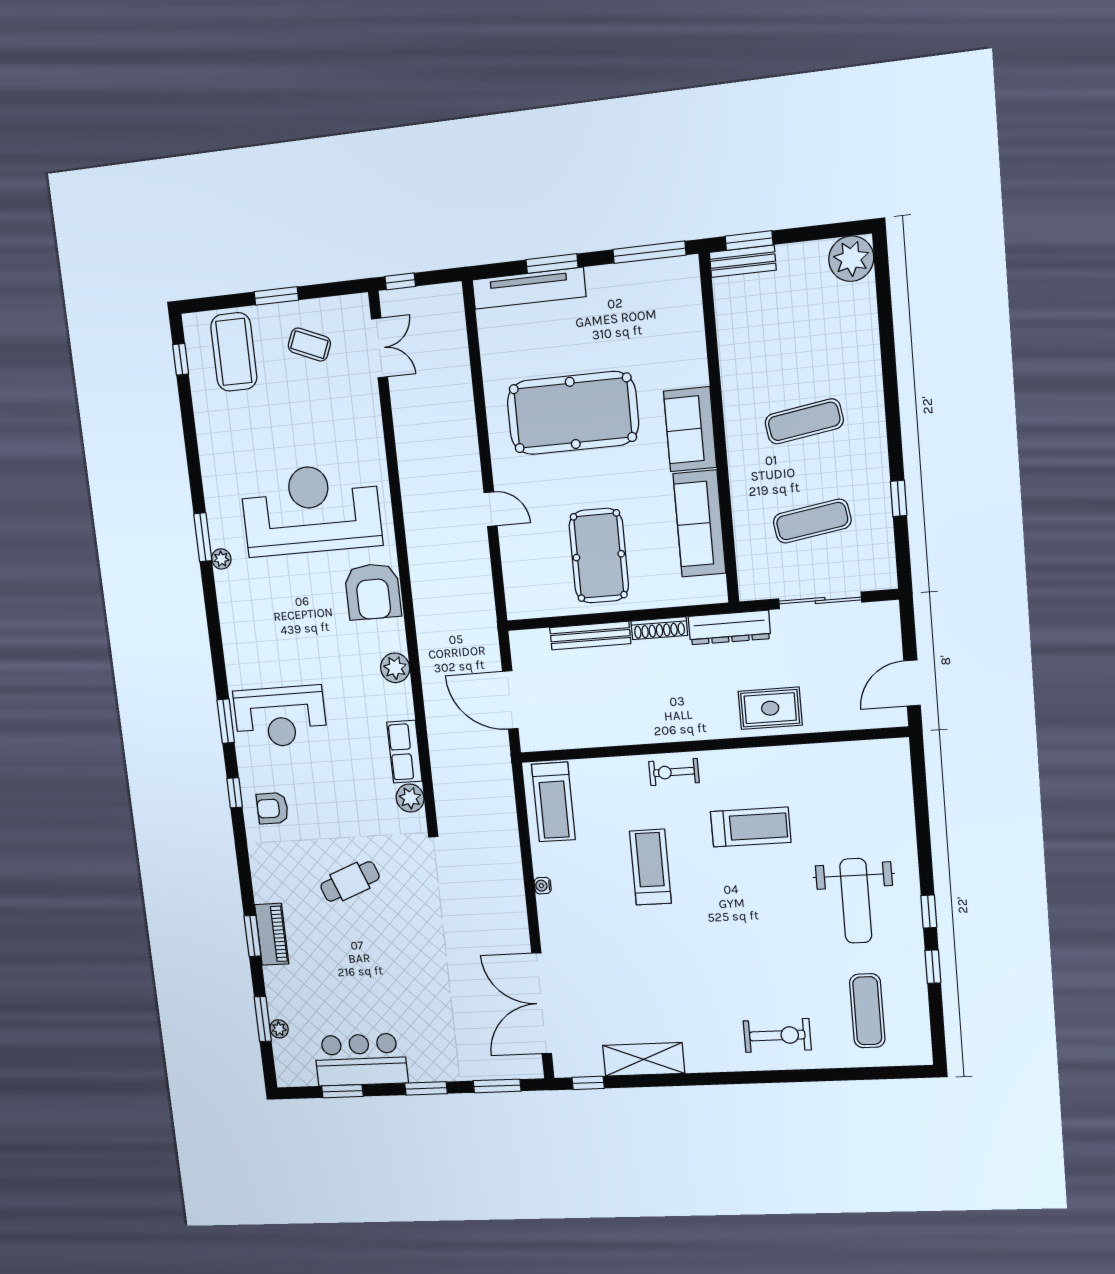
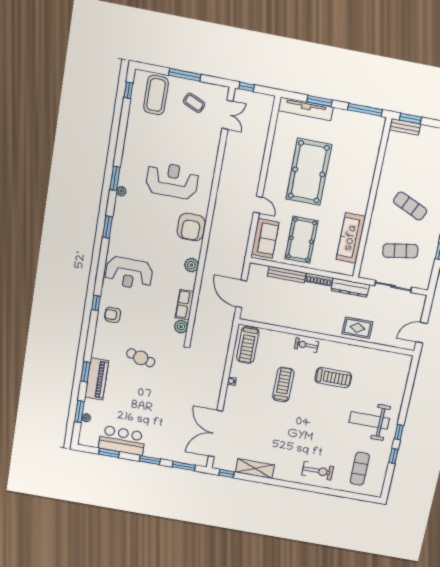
window: (276, 296) -> (185, 75), width x1.44
pool table: (573, 413) -> (309, 172), turned 90
exercise mat: (804, 421) -> (410, 206), turned 33
sofa: (690, 429) -> (265, 238), moved, turned 180
reception desk: (311, 509) -> (172, 180), width x0.74, depth x0.77
window: (226, 721) -> (108, 227), moved
cafe table: (350, 881) -> (141, 358), turned 36
weight bench: (856, 901) -> (369, 420), turned 90
piano: (272, 934) -> (97, 379), width x1.37, depth x1.33

